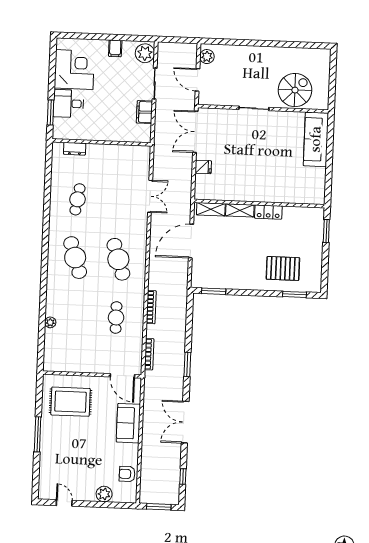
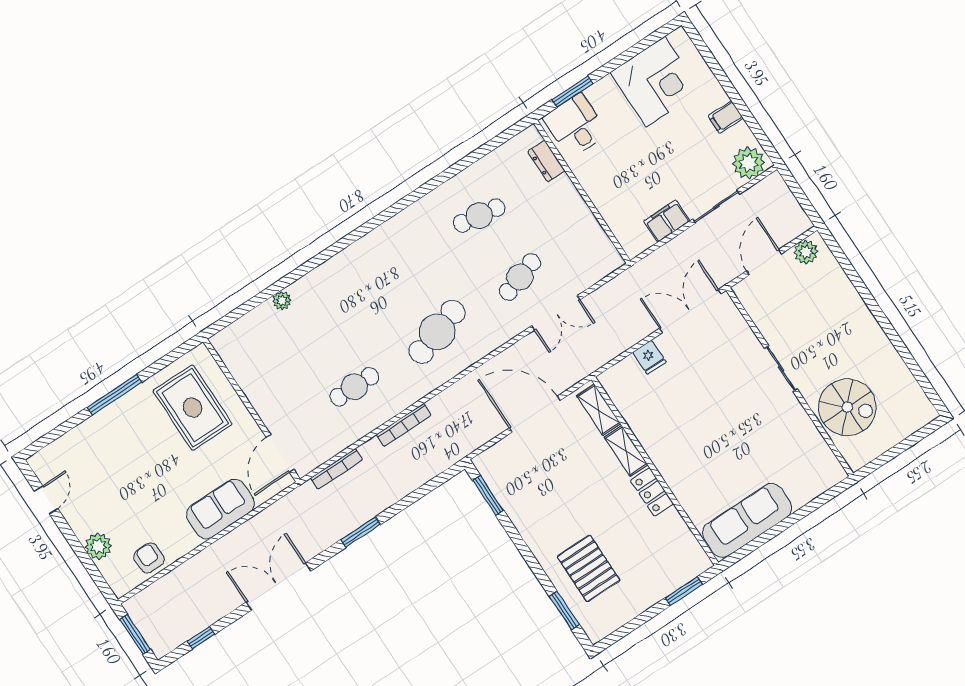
desk: (68, 104) -> (575, 126), moved
sofa: (316, 139) -> (747, 520), moved
cafe table: (75, 258) -> (520, 277), moved, width x0.73, depth x0.74

